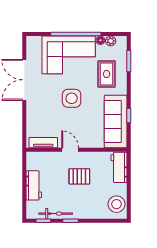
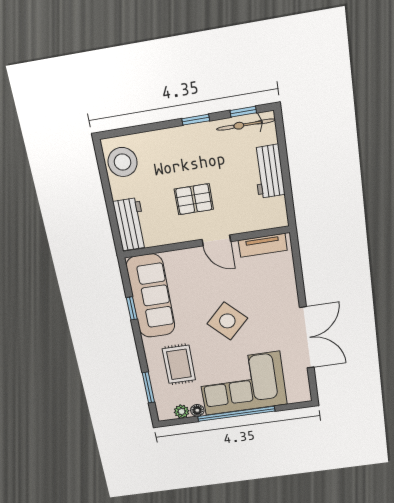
side table: (72, 98) -> (227, 321), turned 45
bicycle: (56, 214) -> (246, 125), moved

